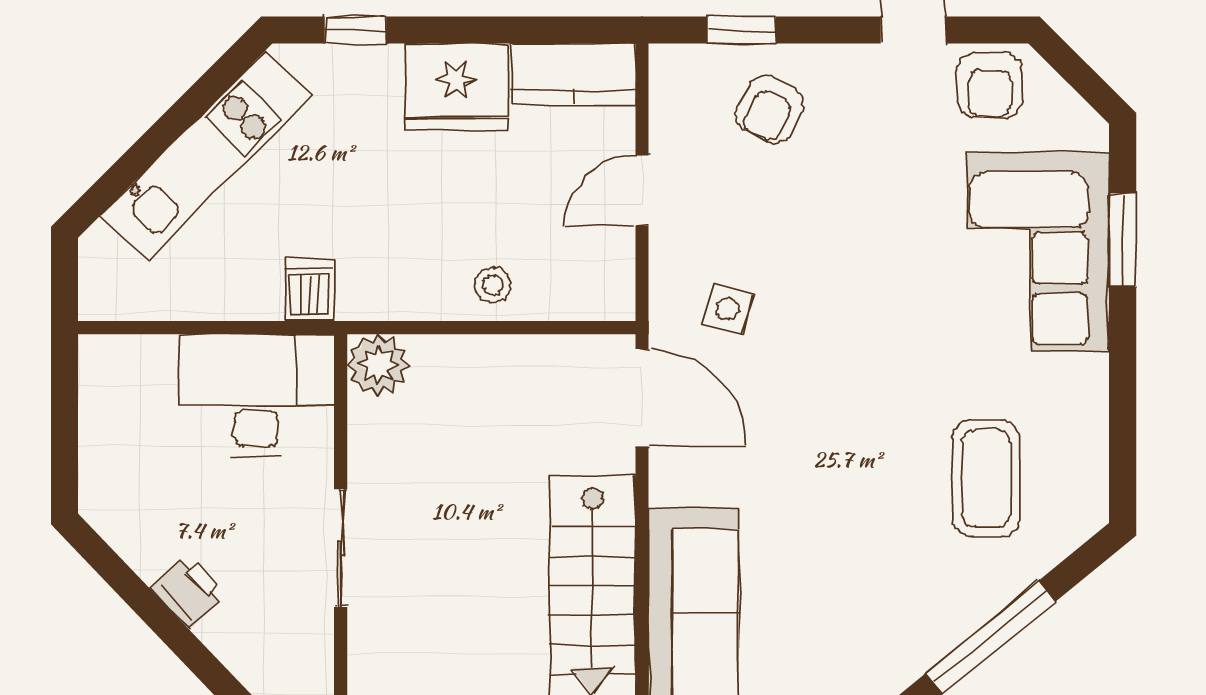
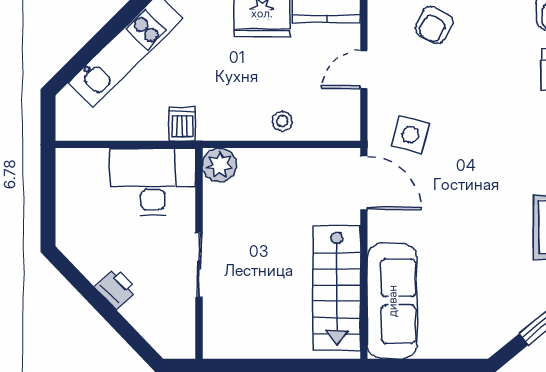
side table: (727, 309) -> (411, 134), width x1.37, depth x1.37

